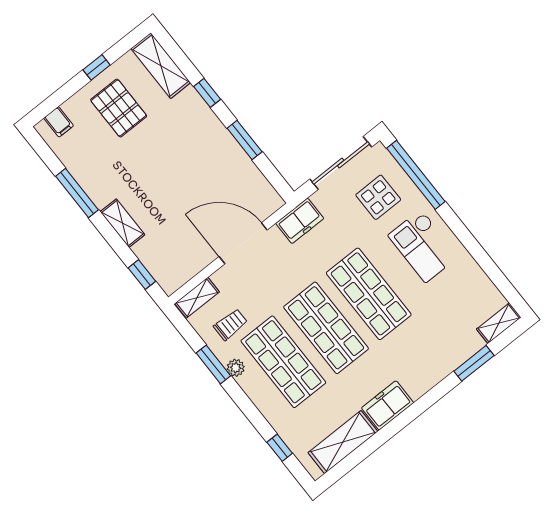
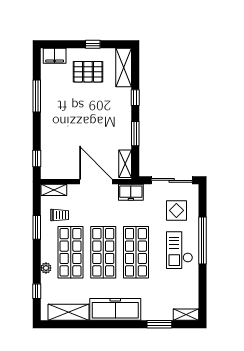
pallet: (119, 108) -> (88, 72), turned 90
filing cabinet: (59, 122) -> (55, 56), width x2.00
window: (416, 175) -> (203, 241), moved
shelving: (123, 223) -> (125, 164), moved
plant: (236, 368) -> (46, 268), moved
freezer: (388, 405) -> (115, 309), width x1.91, depth x1.26

